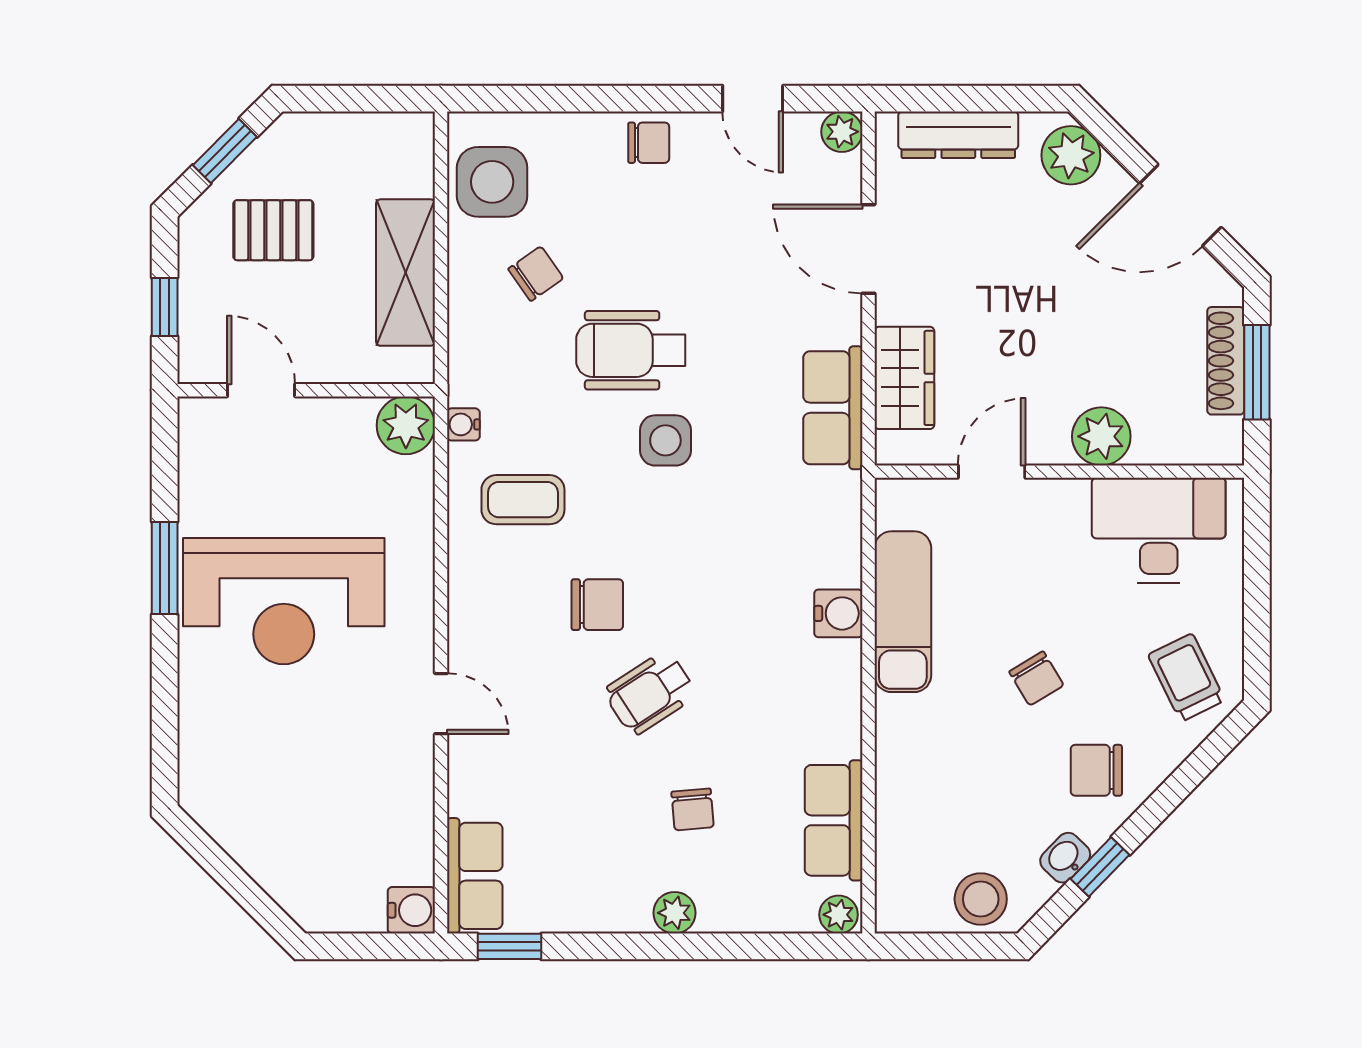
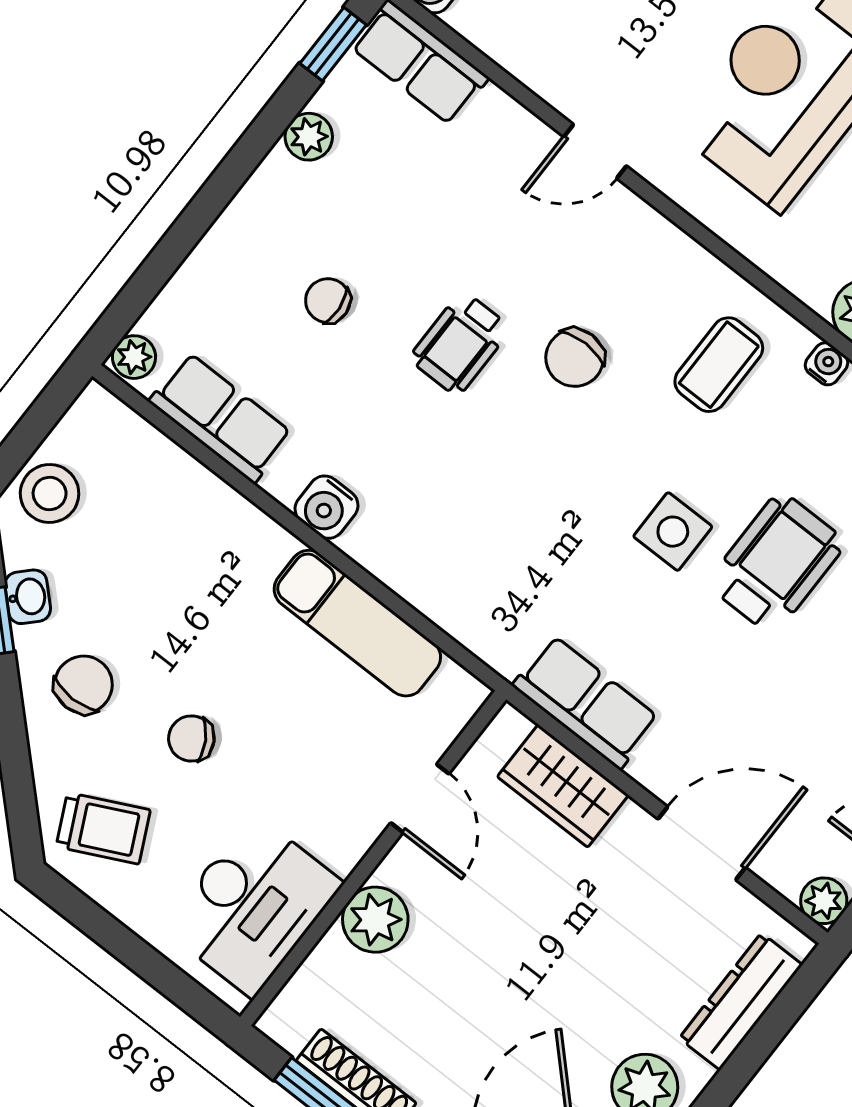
water cooler: (838, 613) -> (327, 507), moved
chair: (1036, 678) -> (191, 739), moved
wheelchair: (650, 693) -> (460, 343), turned -147
plant: (675, 913) -> (309, 137), moved

